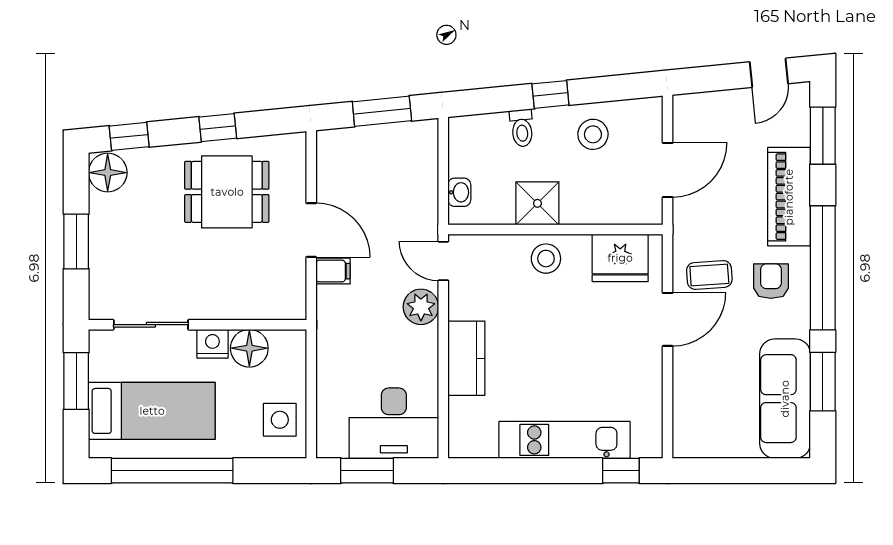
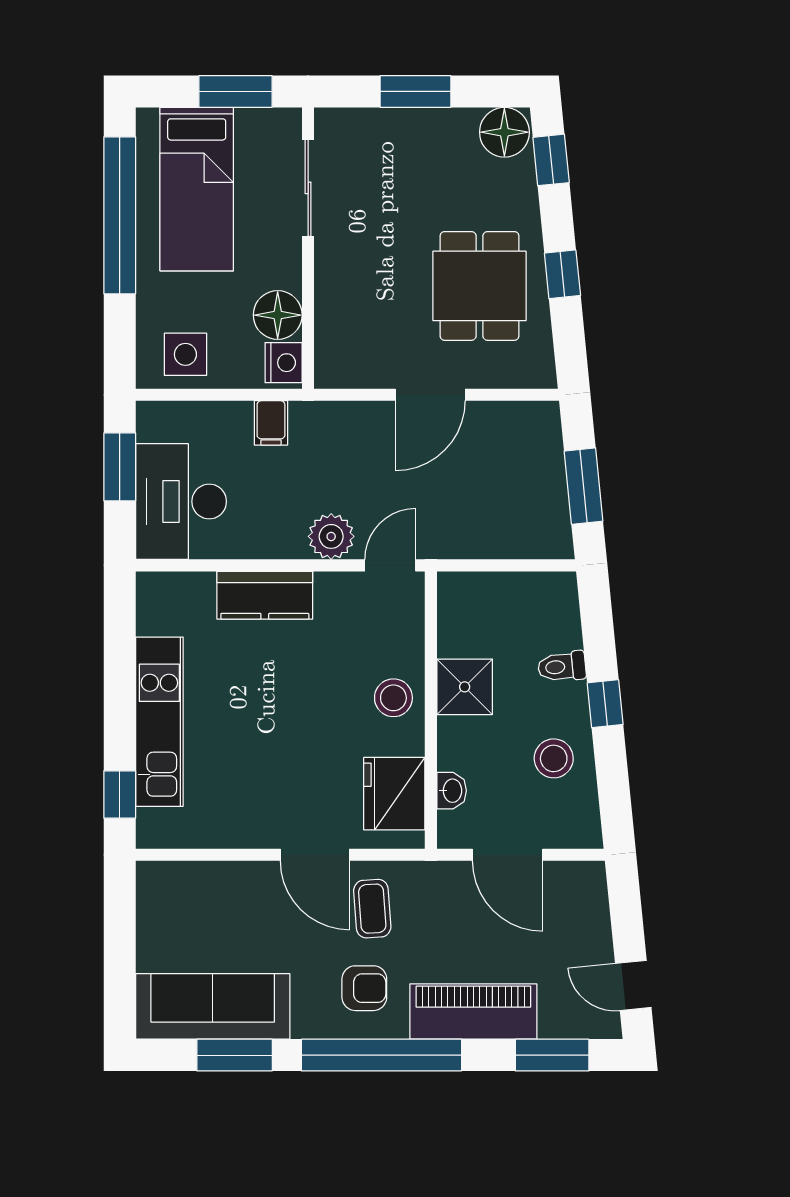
washbasin: (459, 192) -> (452, 791), moved, turned -90
filing cabinet: (333, 271) -> (271, 423), moved
nightstand: (212, 344) -> (284, 363), moved

